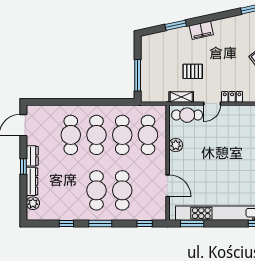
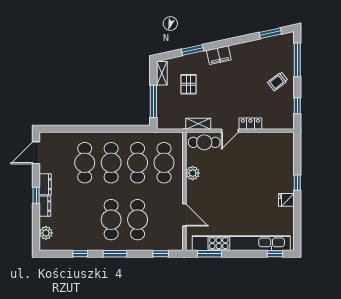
shelving: (146, 48) -> (162, 73), added
pallet: (193, 71) -> (189, 84), moved, turned 90
dresser: (32, 181) -> (45, 206), width x0.70

